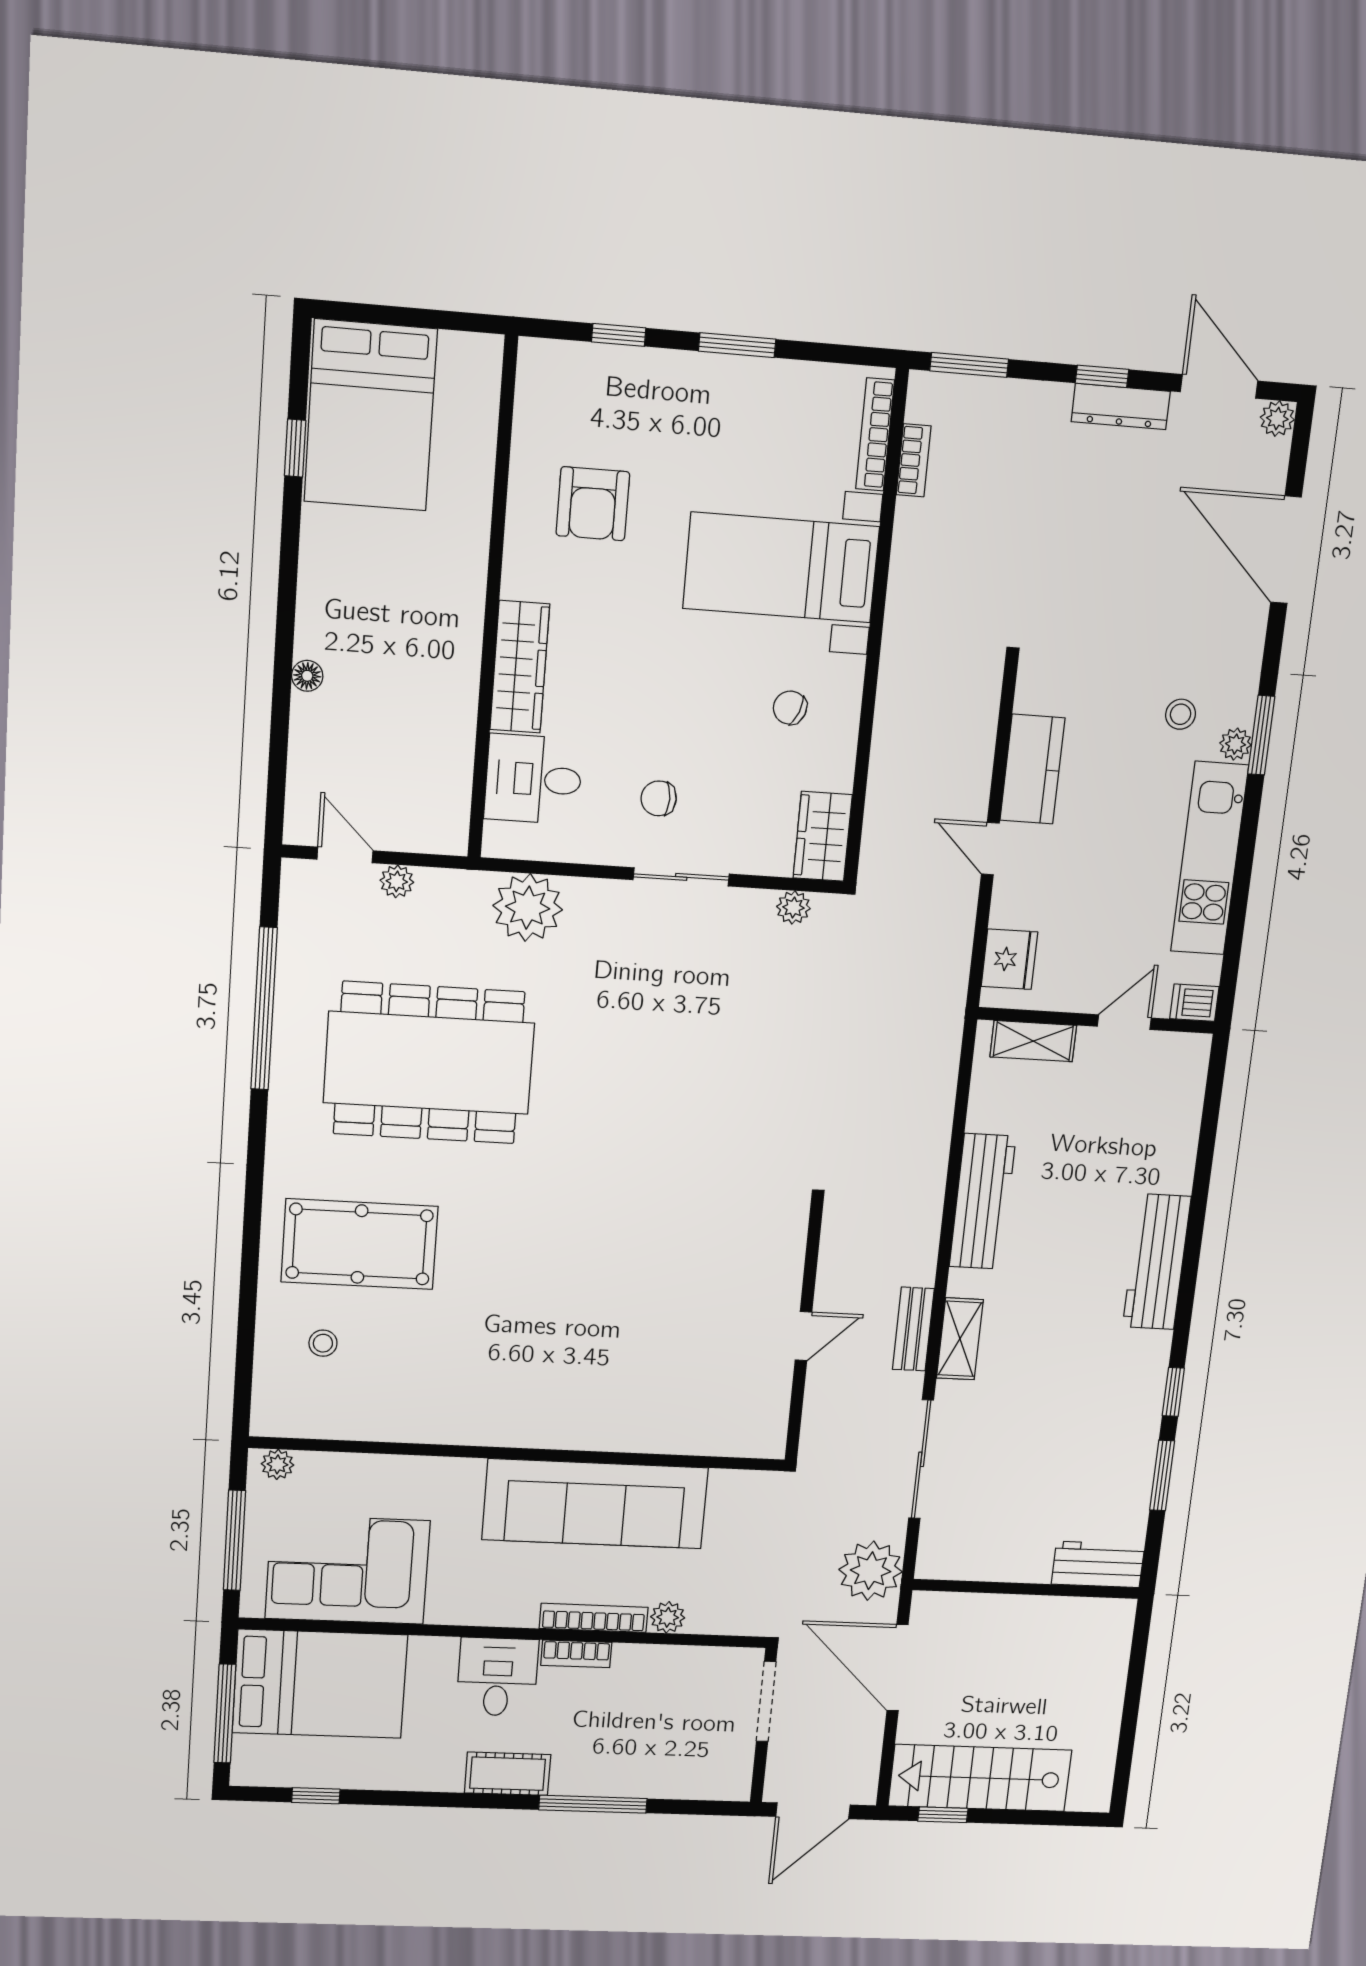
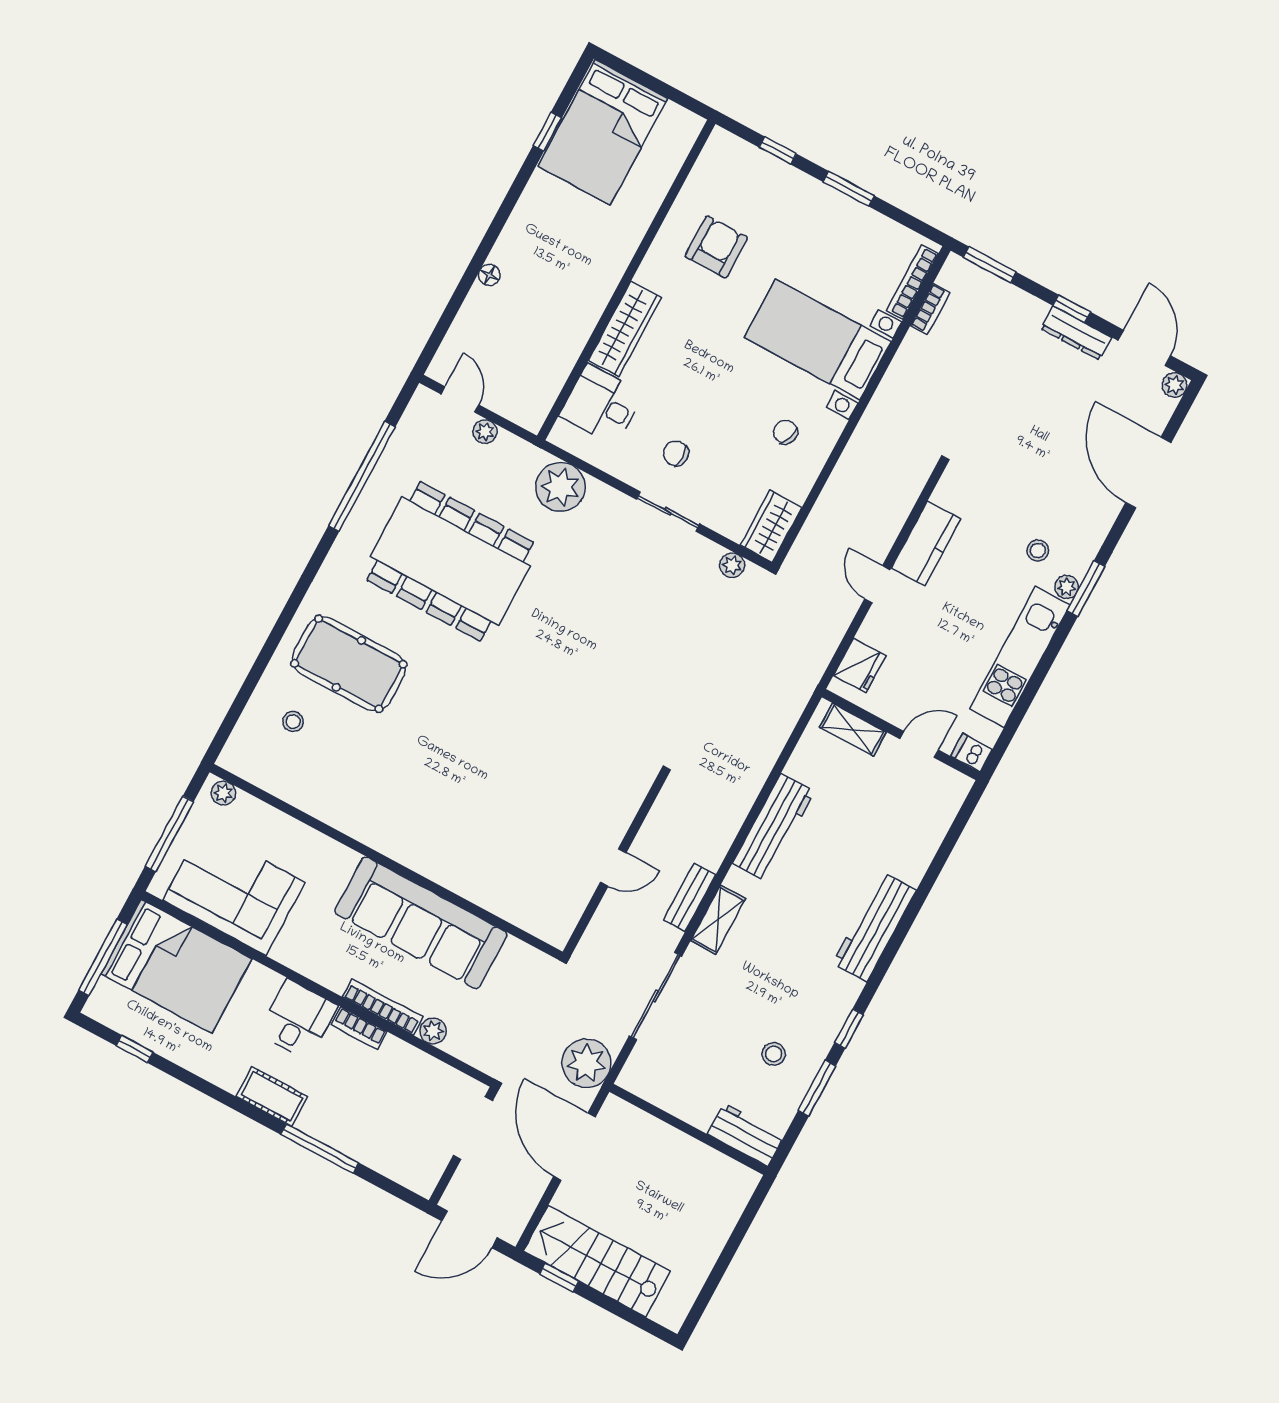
armchair: (593, 504) -> (716, 247), turned 180
stool: (1093, 1461) -> (774, 1054), added

